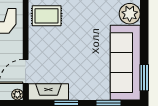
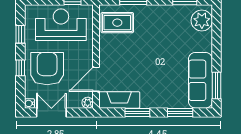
sofa: (125, 63) -> (200, 80), width x0.74, depth x0.79

